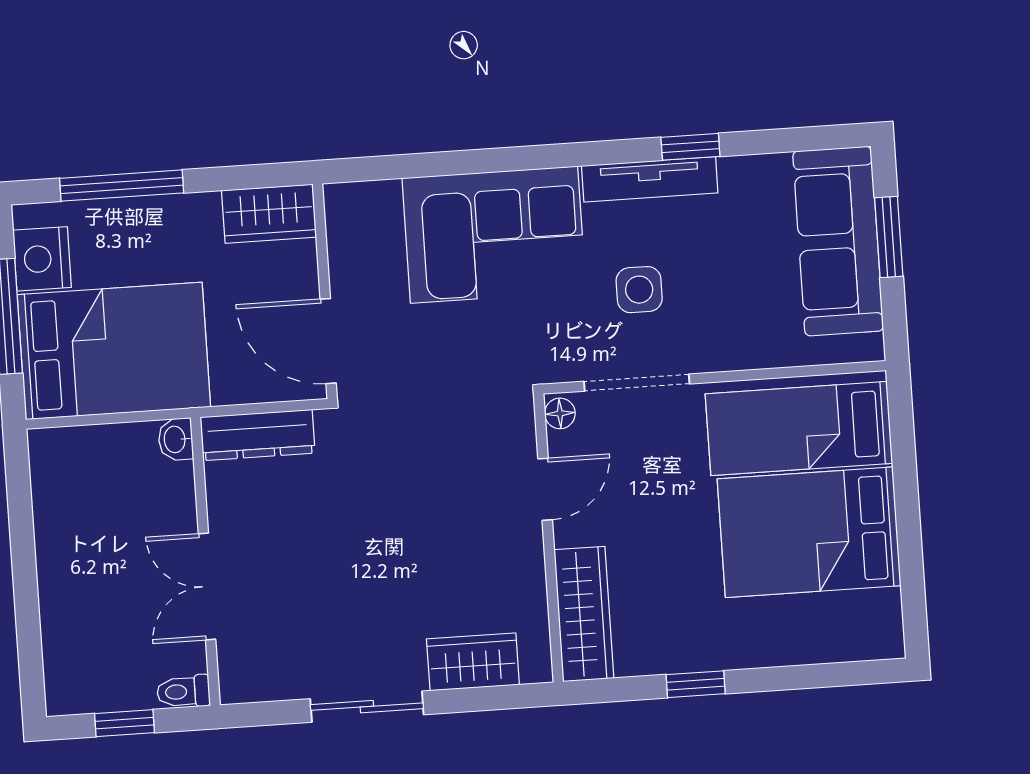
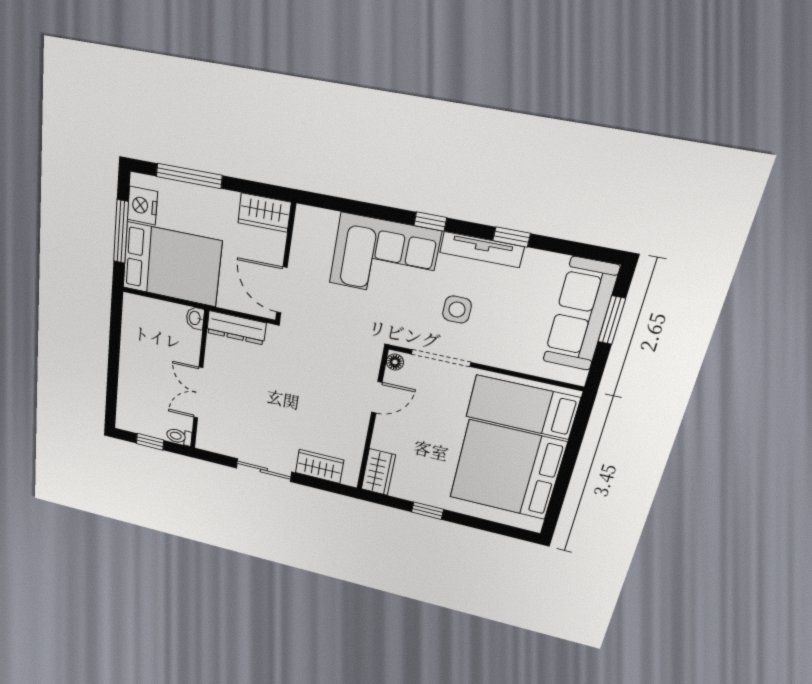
window: (554, 156) -> (430, 222), added
bed: (809, 532) -> (507, 470), width x1.36
wardrobe: (584, 614) -> (378, 472), width x0.67

